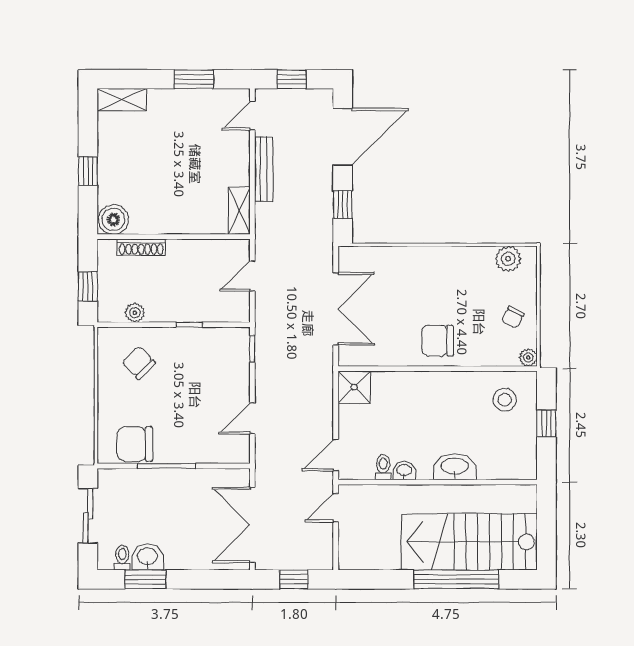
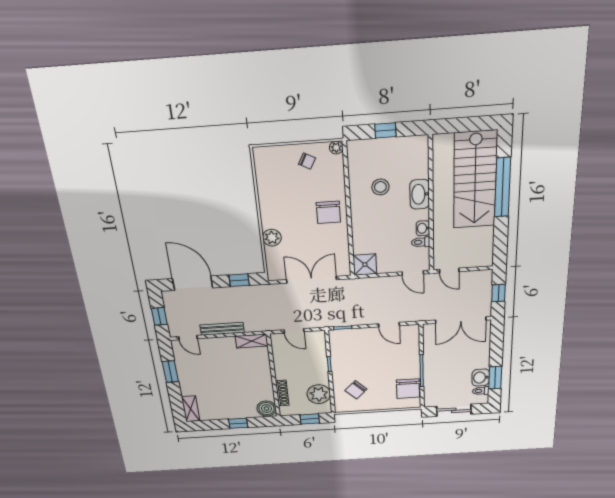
plant: (508, 259) -> (272, 238), moved
plant: (135, 313) -> (319, 394), width x1.88, depth x1.88
stool: (505, 400) -> (380, 187), moved

